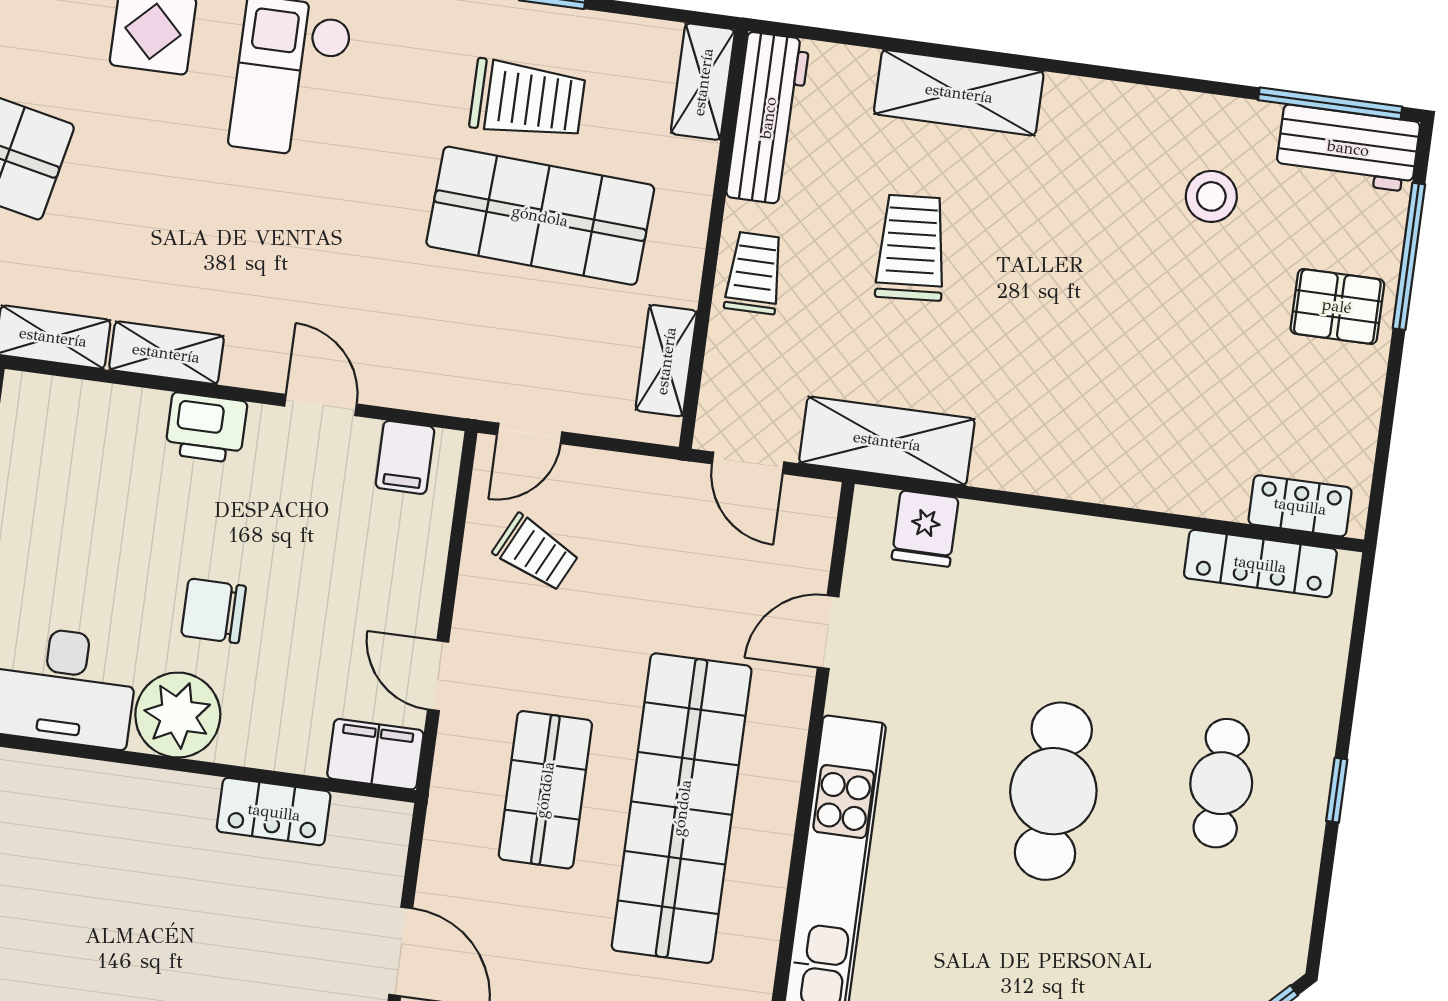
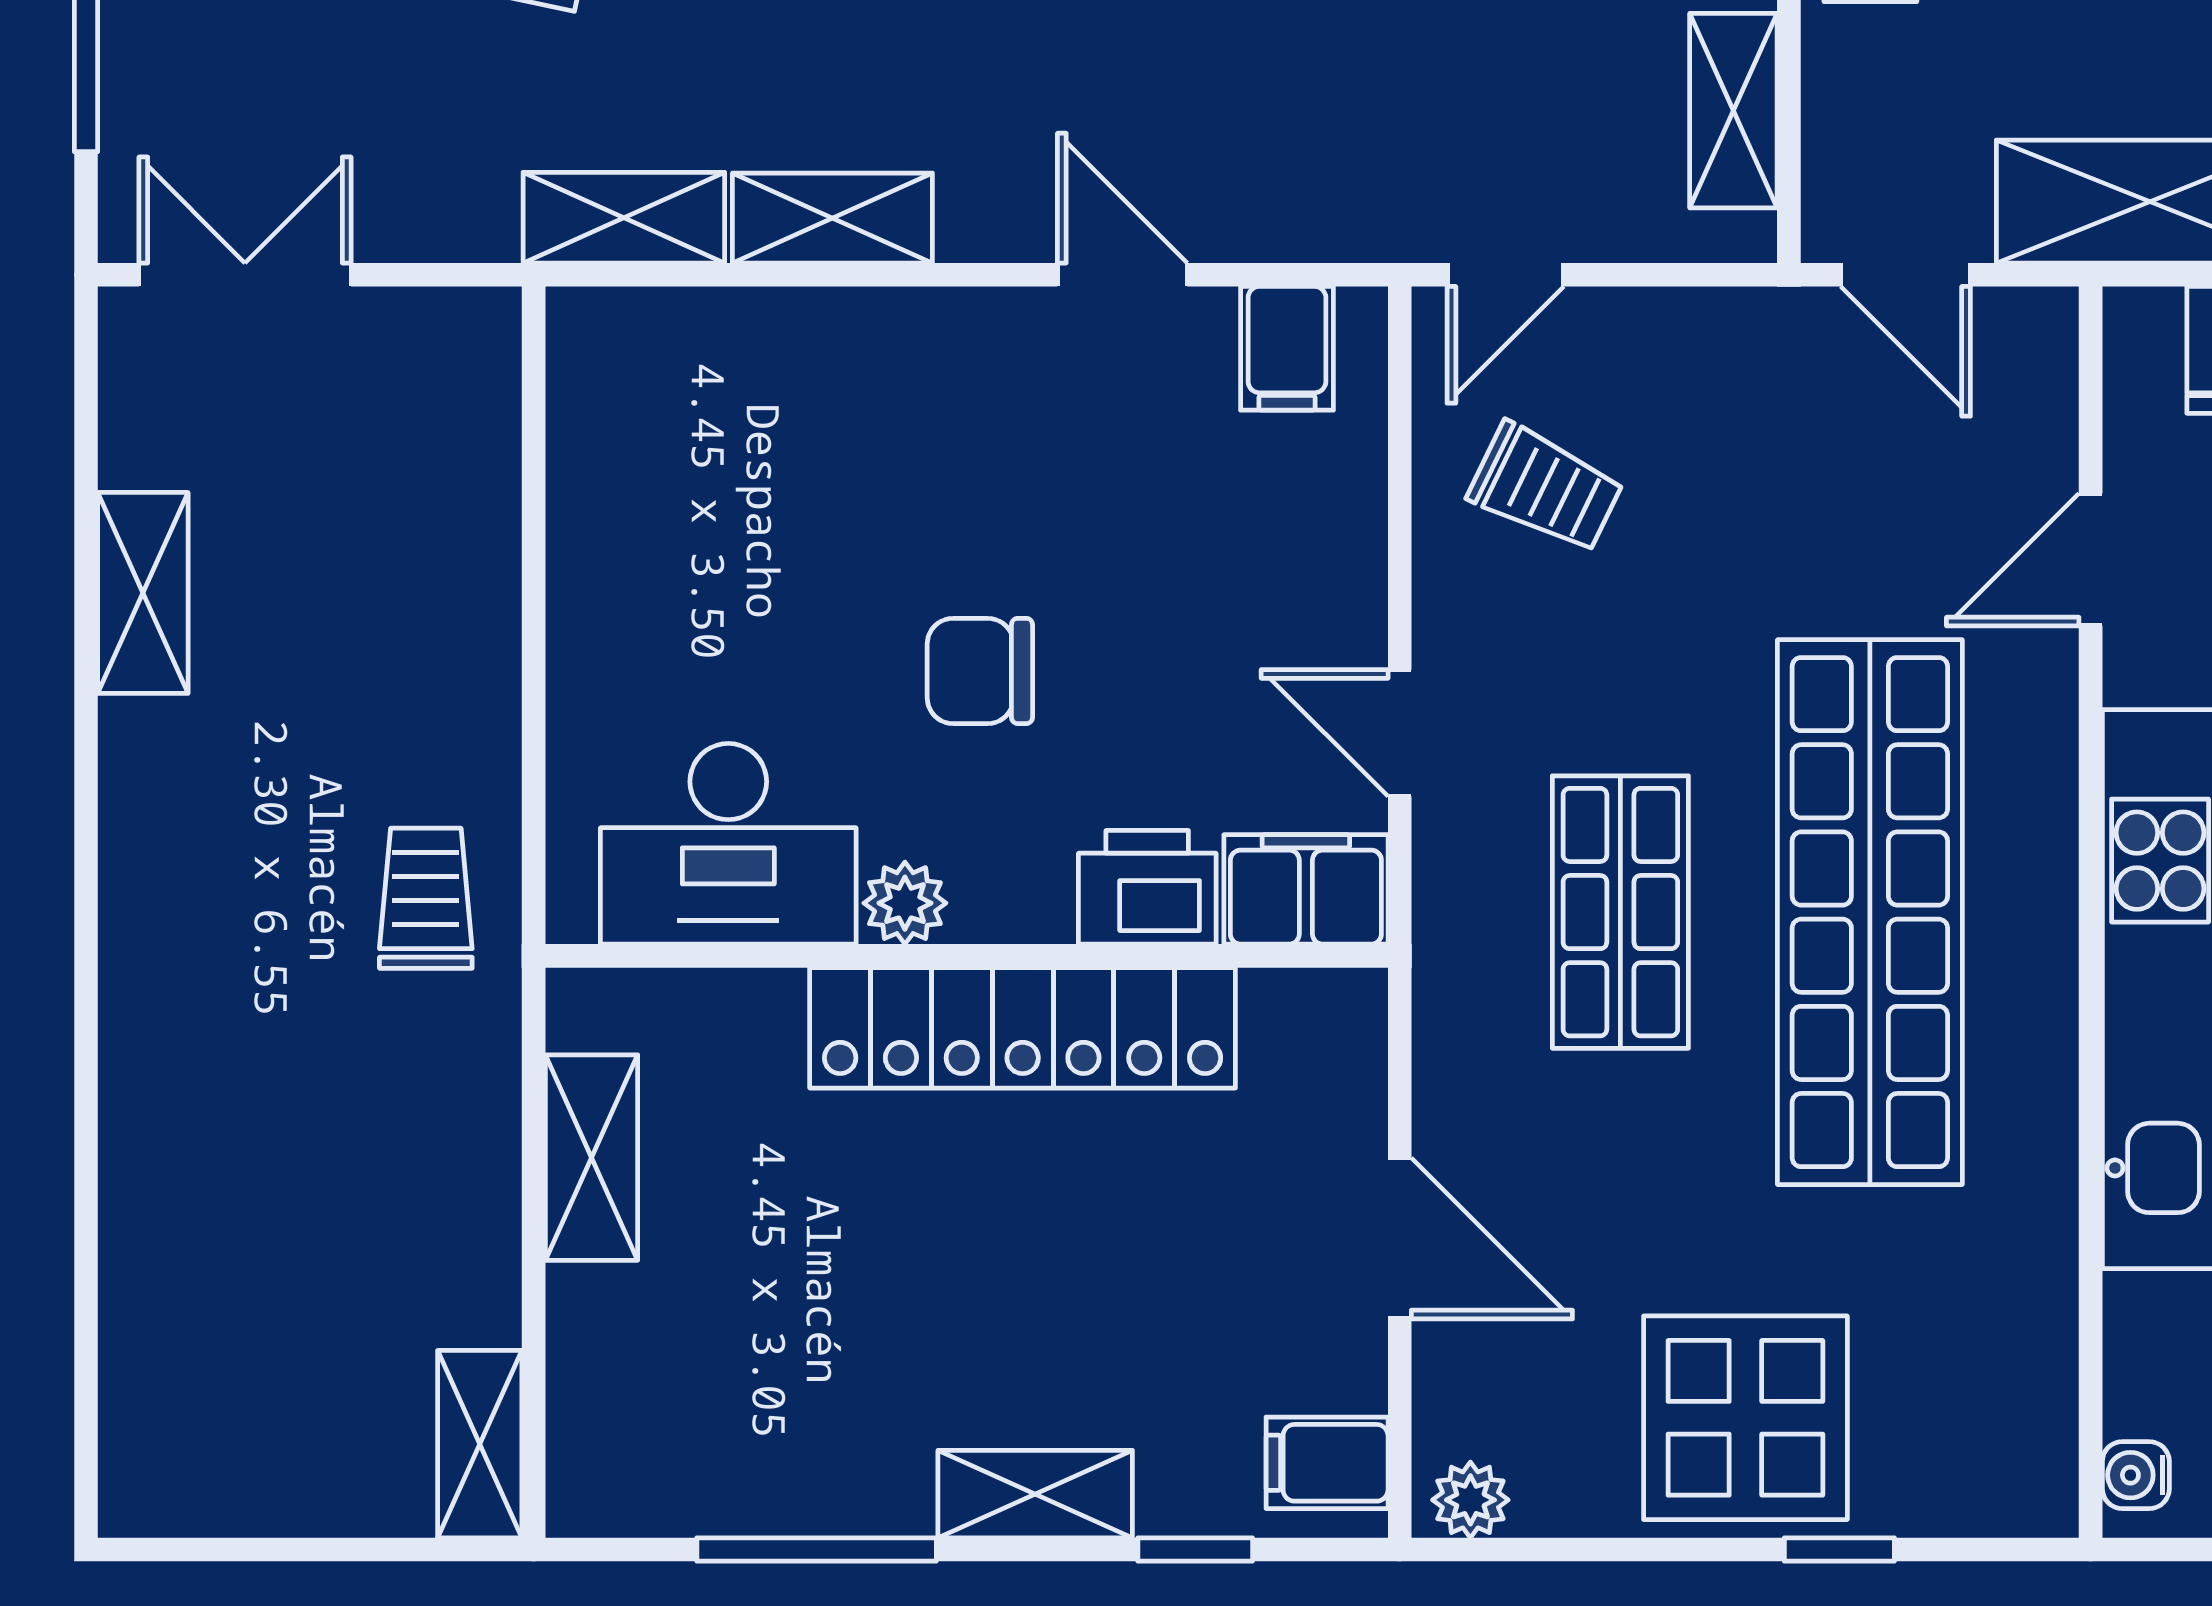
printer: (206, 428) -> (1147, 887), moved, turned 180
plant: (178, 715) -> (905, 903), width x0.53, depth x0.53
locker: (274, 812) -> (1023, 1028), width x2.16, depth x1.21

